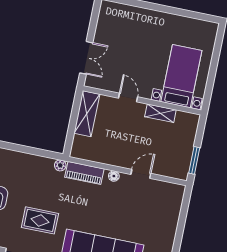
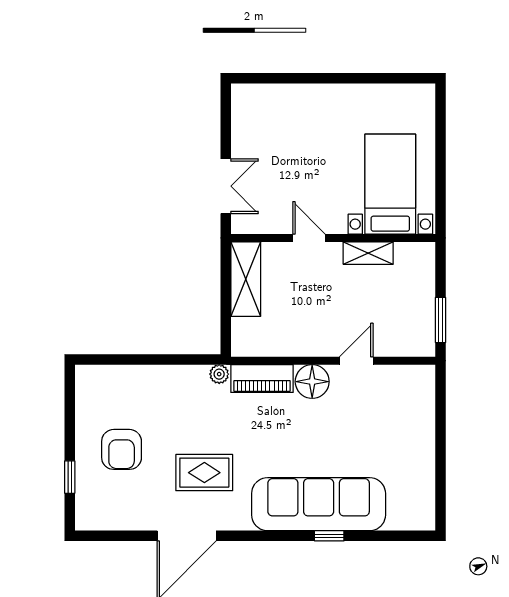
floor lamp: (114, 176) -> (312, 382), width x1.89, depth x1.89

